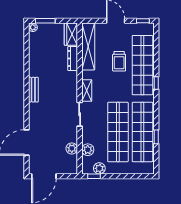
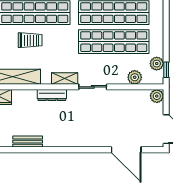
dresser: (73, 58) -> (52, 95), moved
bench: (33, 90) -> (28, 142), moved
plant: (72, 148) -> (157, 96), moved

